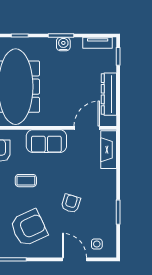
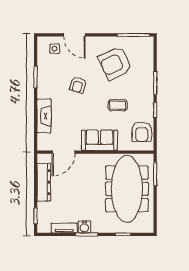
tv unit: (98, 43) -> (64, 228), moved
fireplace: (109, 150) -> (44, 116), moved

